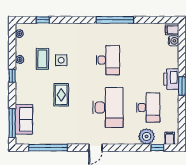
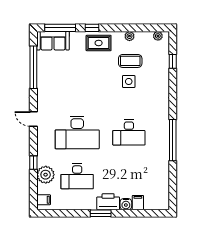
filing cabinet: (172, 30) -> (138, 203), moved
water cooler: (174, 41) -> (126, 204), moved
window: (12, 76) -> (92, 28), moved
rug: (61, 95) -> (99, 43), moved
sofa: (24, 119) -> (53, 41), moved
window: (157, 148) -> (33, 163), moved

